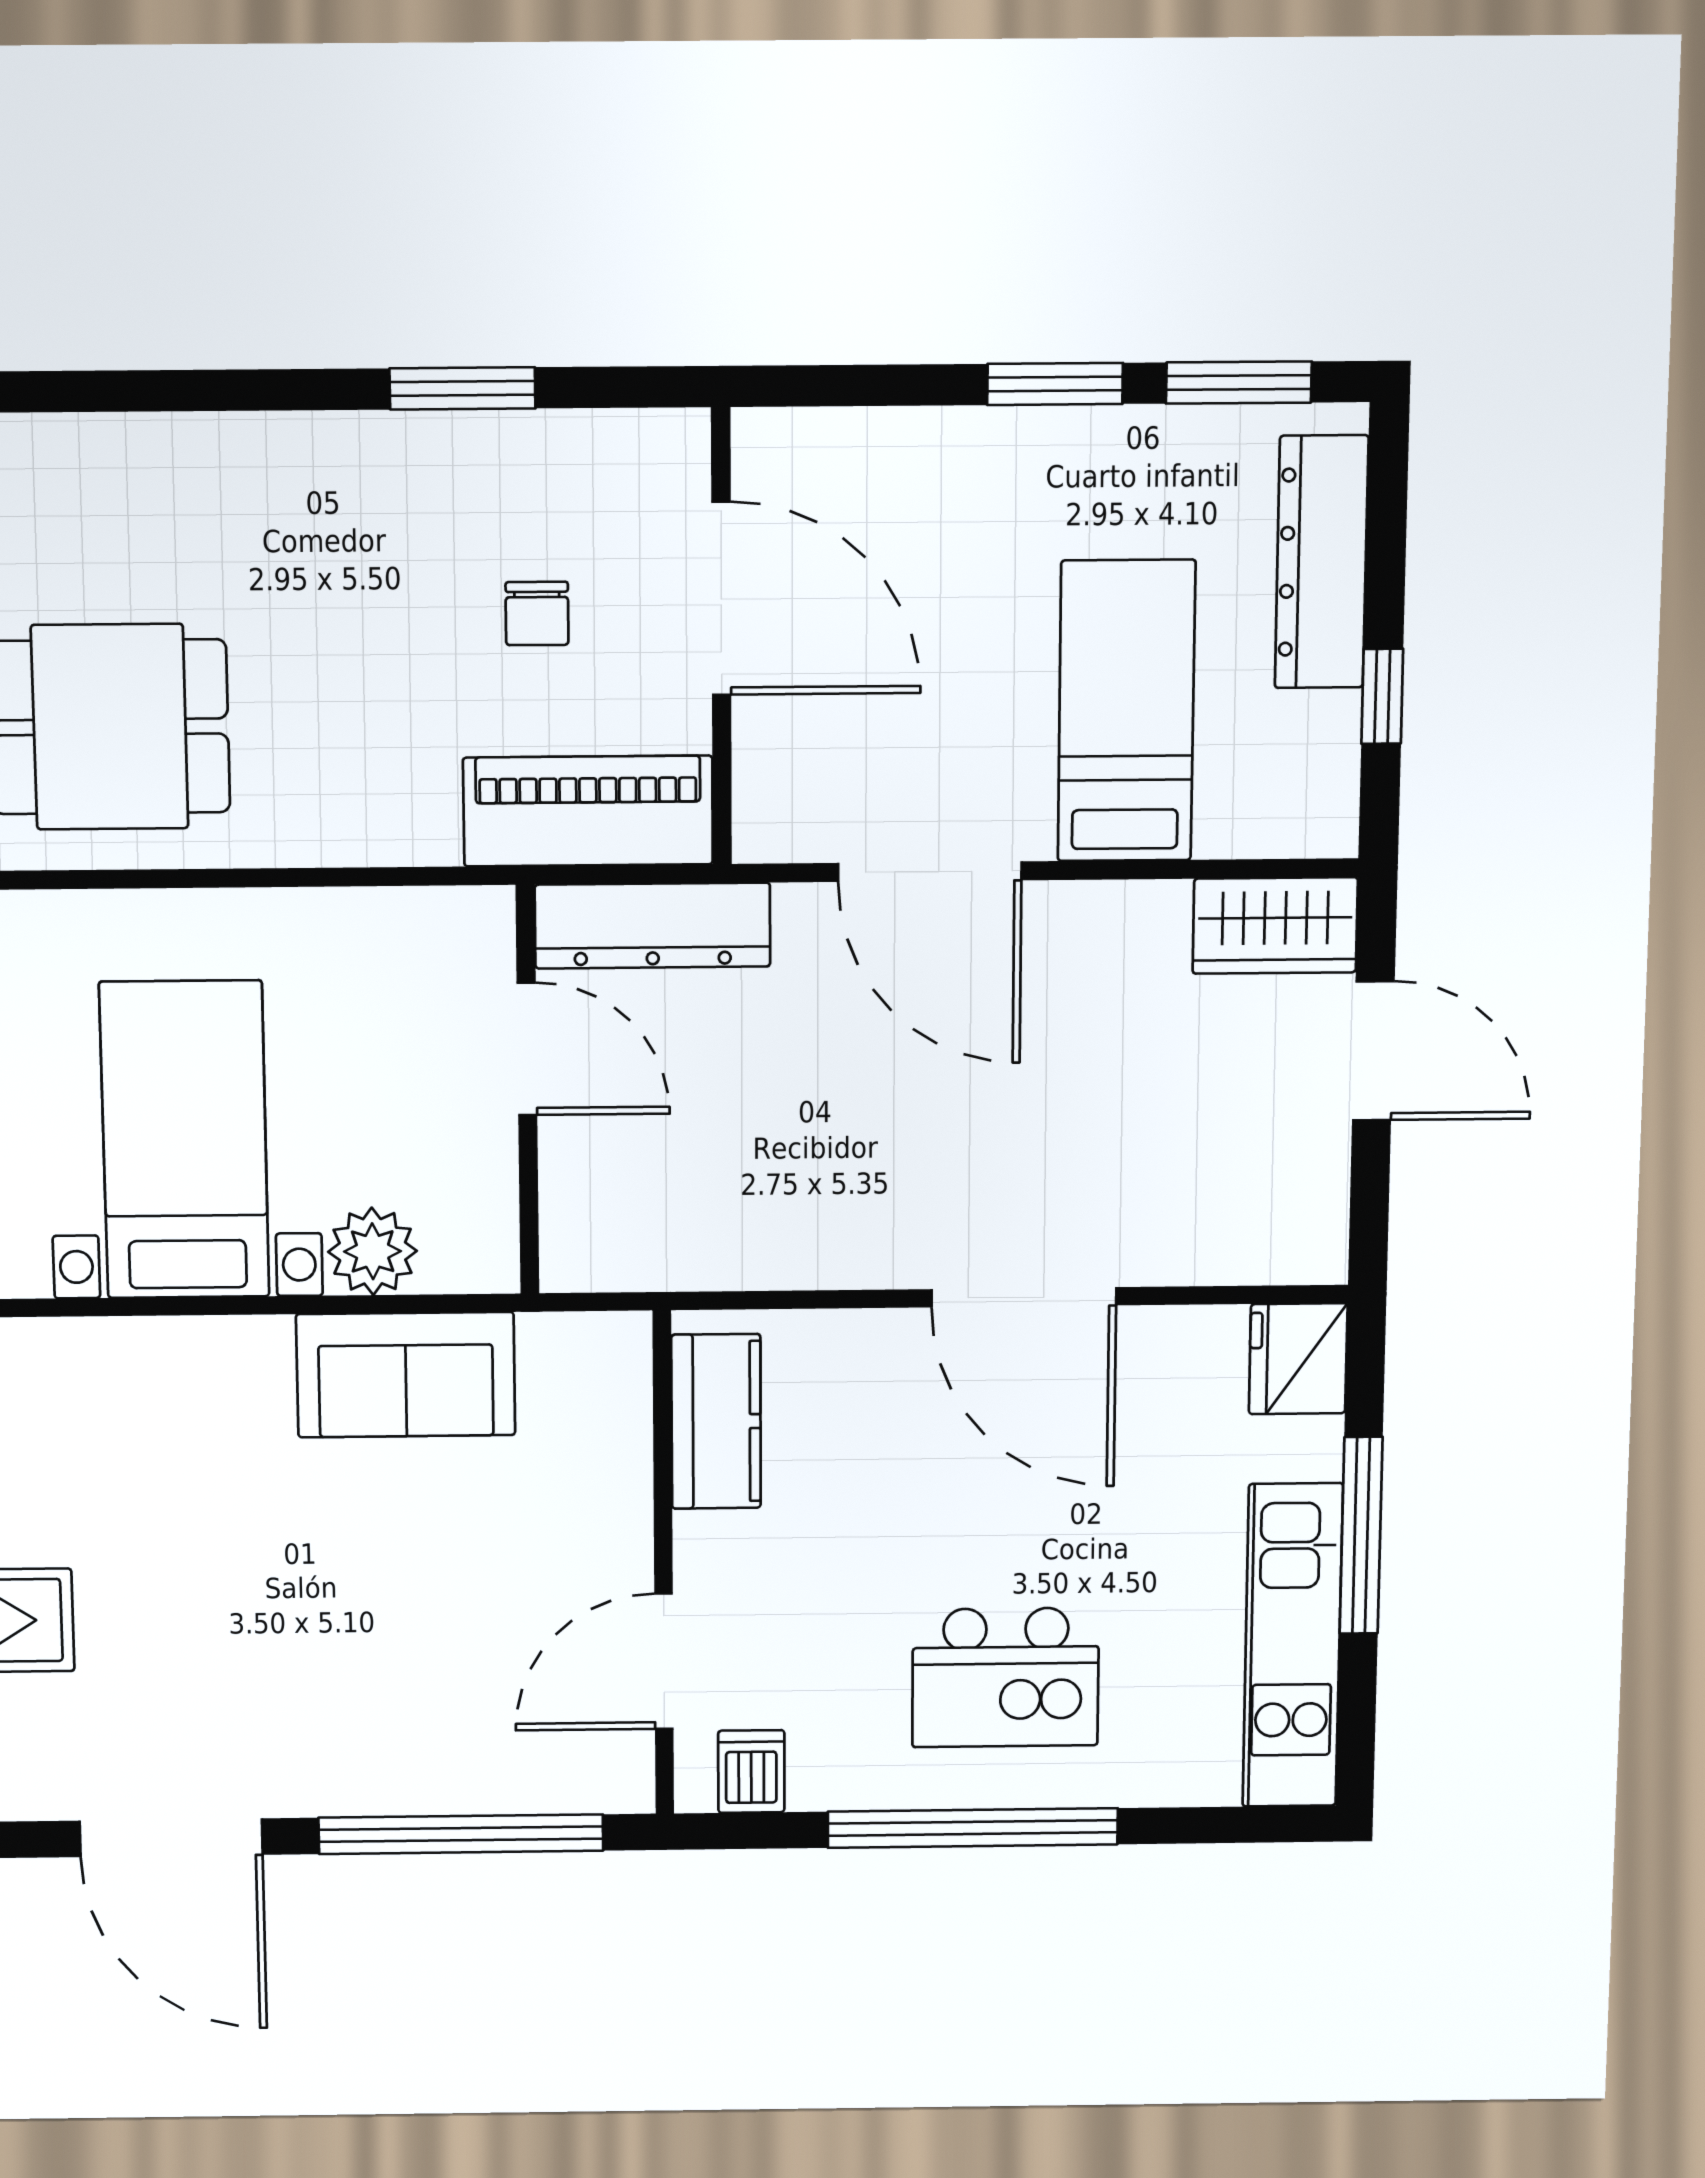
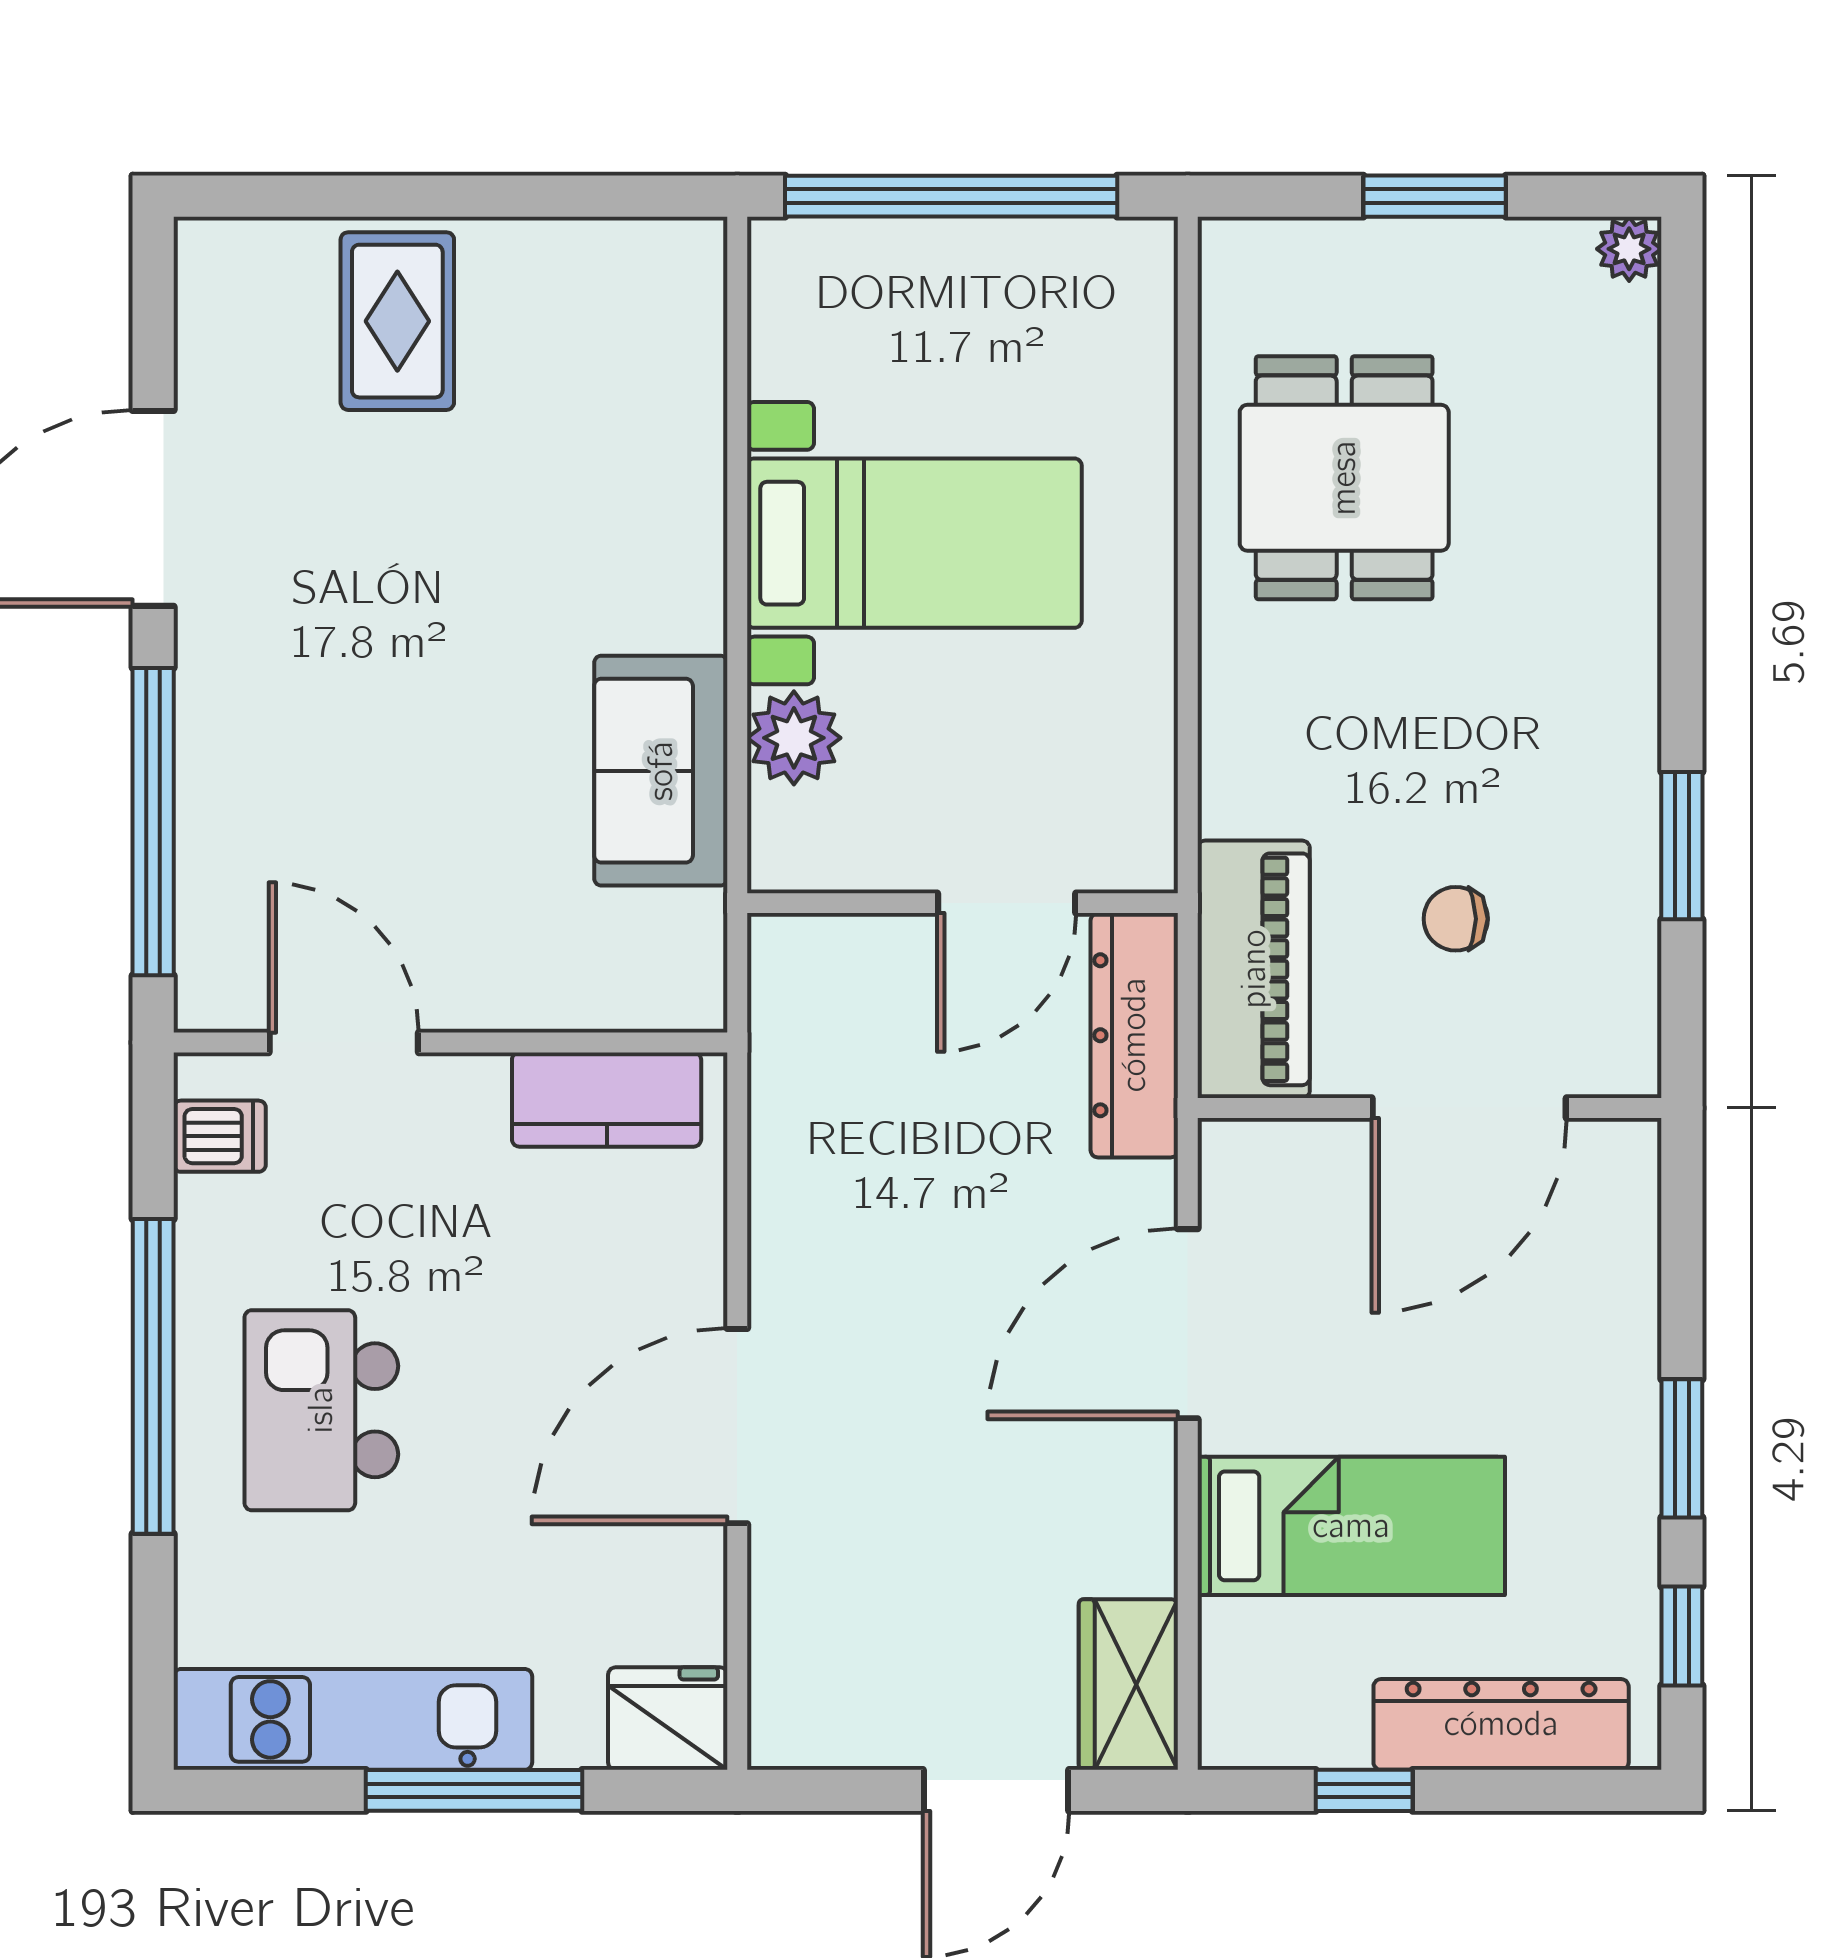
window: (1239, 382) -> (1682, 1636), width x0.67

